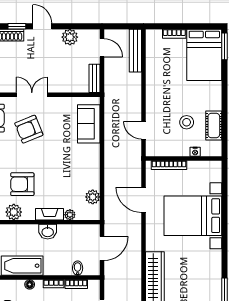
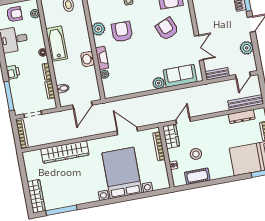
dresser: (152, 59) -> (242, 117), added
double door: (32, 95) -> (199, 48), moved
wardrobe: (160, 148) -> (171, 136), added
plant: (93, 197) -> (159, 83), moved
door: (144, 200) -> (127, 131), hinge flipped
door: (102, 248) -> (82, 105), hinge flipped

